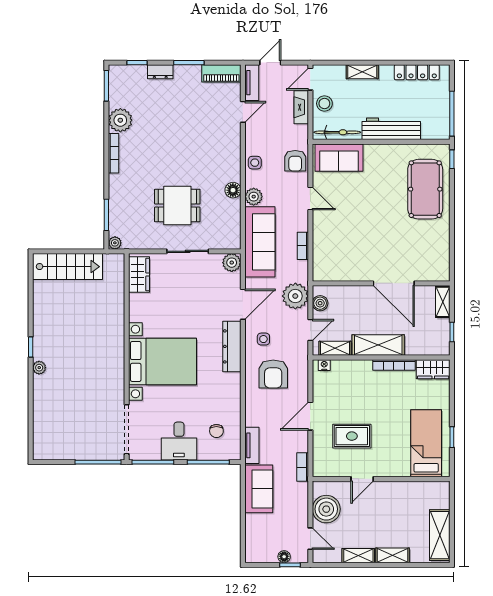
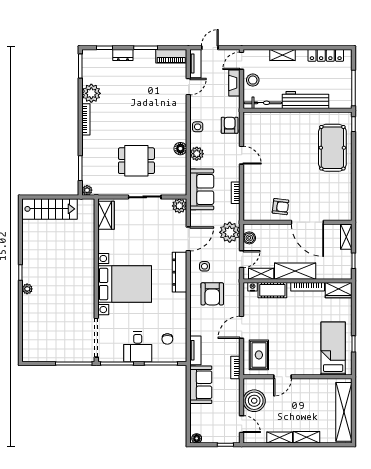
sofa: (339, 158) -> (264, 123), removed
armchair: (295, 161) -> (230, 125), turned 180
sofa: (260, 242) -> (202, 189), width x0.73
armchair: (360, 264) -> (281, 207), added
cot: (349, 369) -> (272, 290), added
rug: (352, 436) -> (259, 355), moved, turned 90
shelving: (440, 535) -> (344, 412), width x1.47
floor lamp: (284, 557) -> (197, 438), moved

